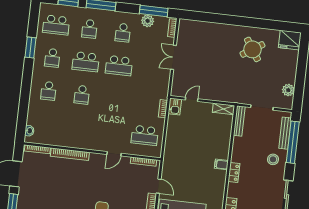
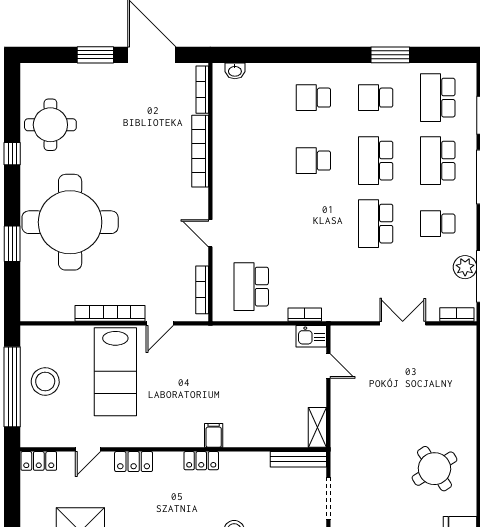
school desk: (89, 29) -> (438, 161), width x1.85

